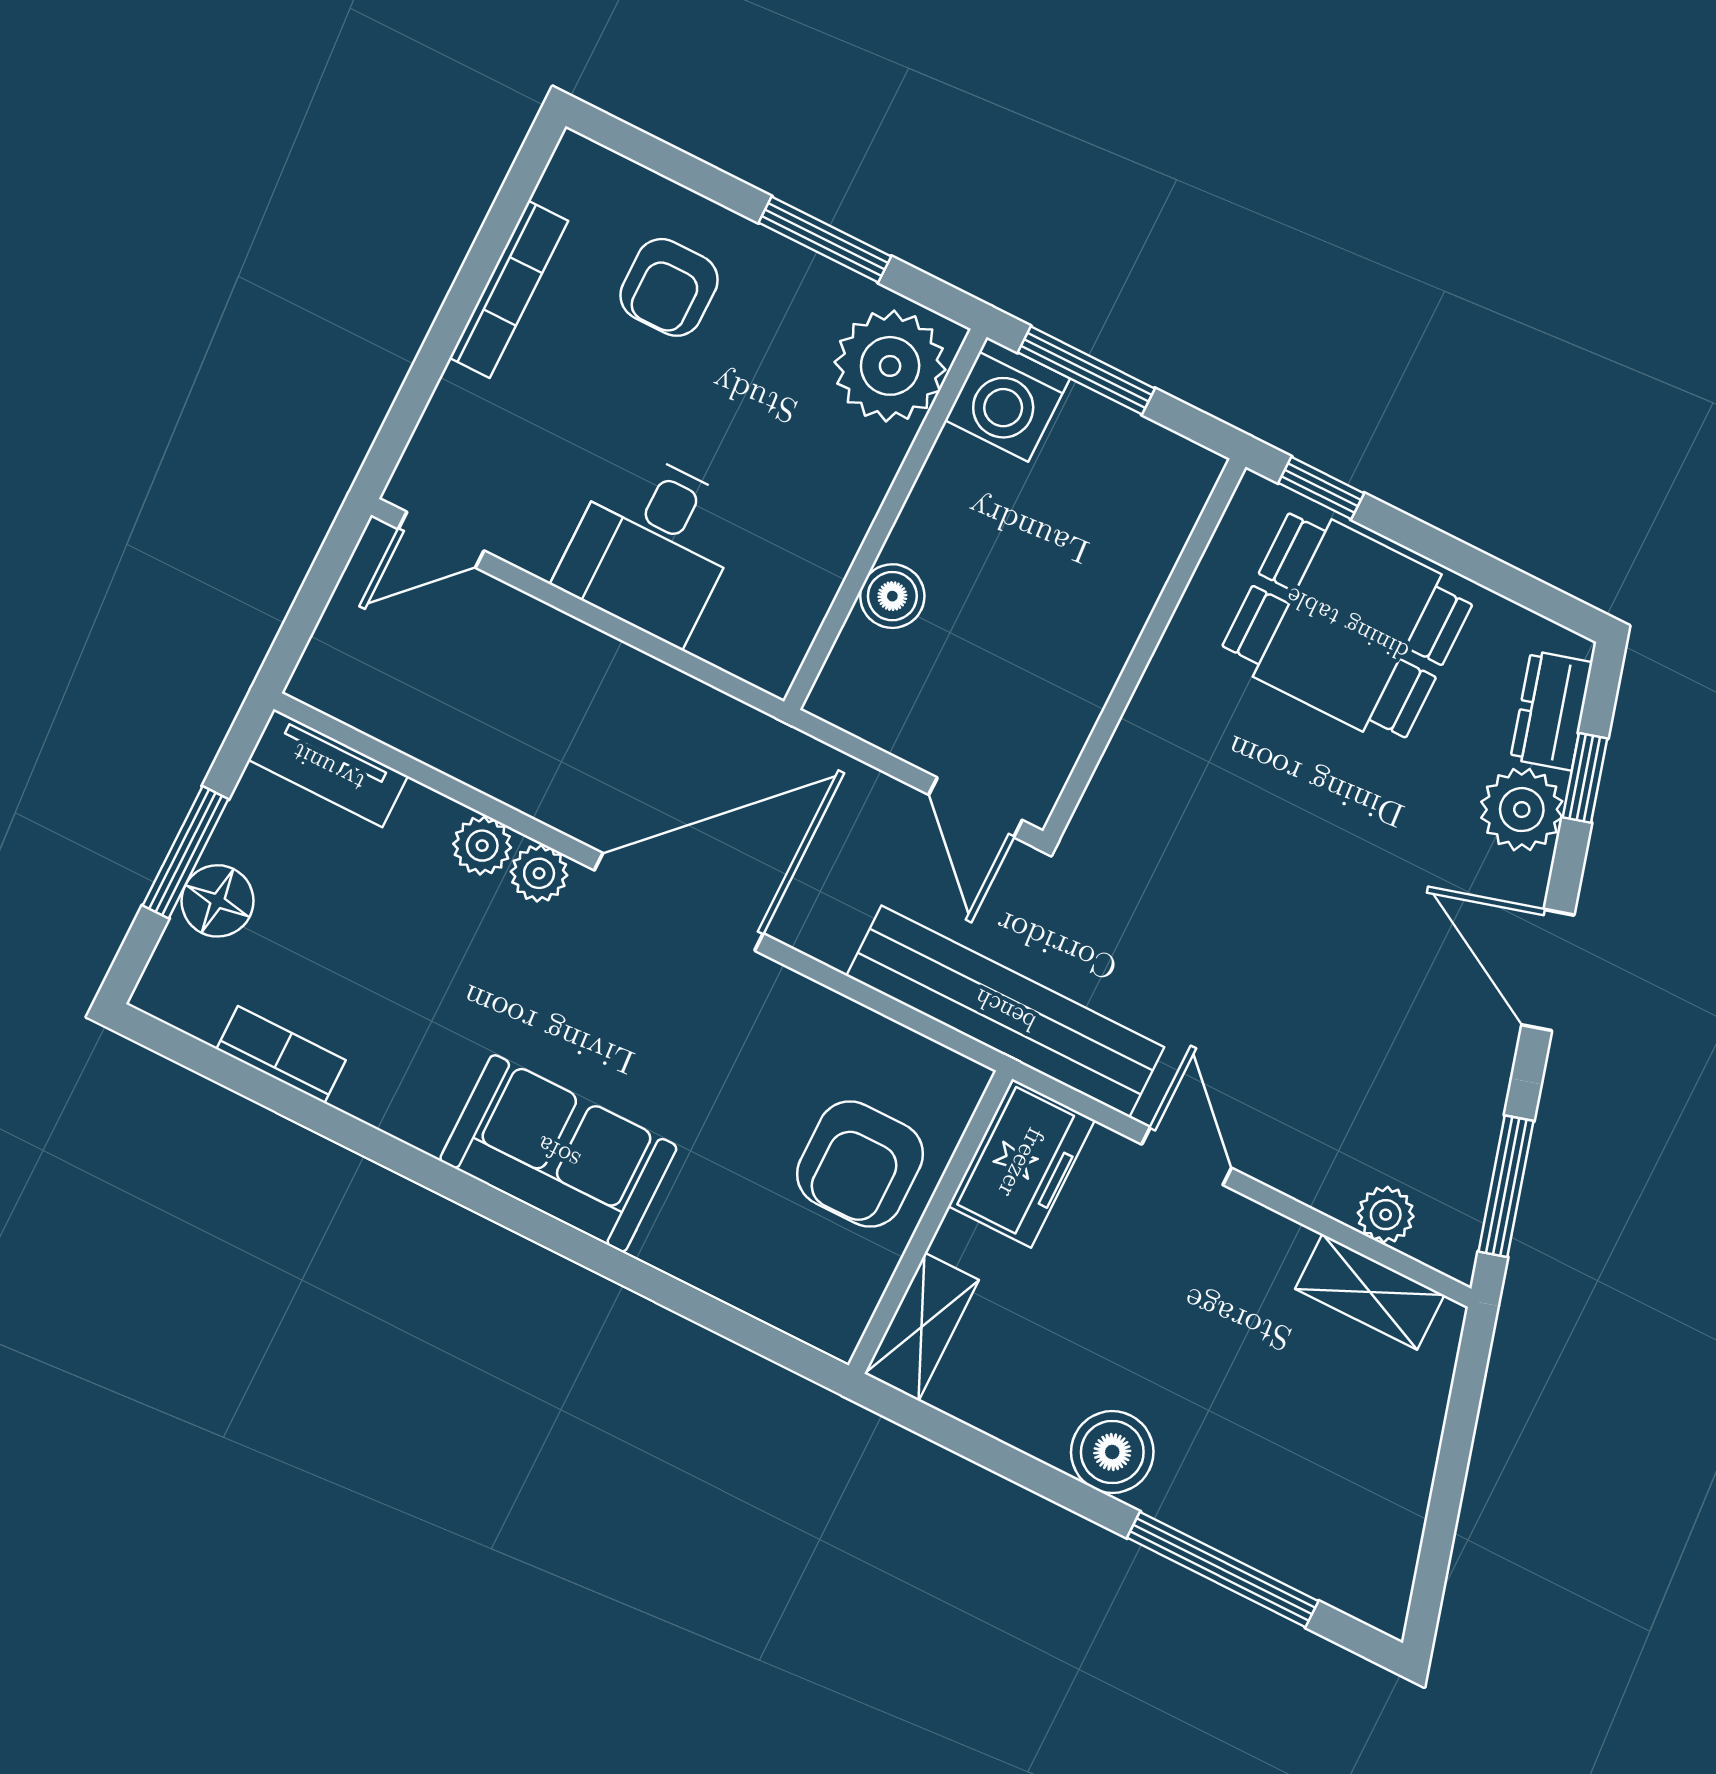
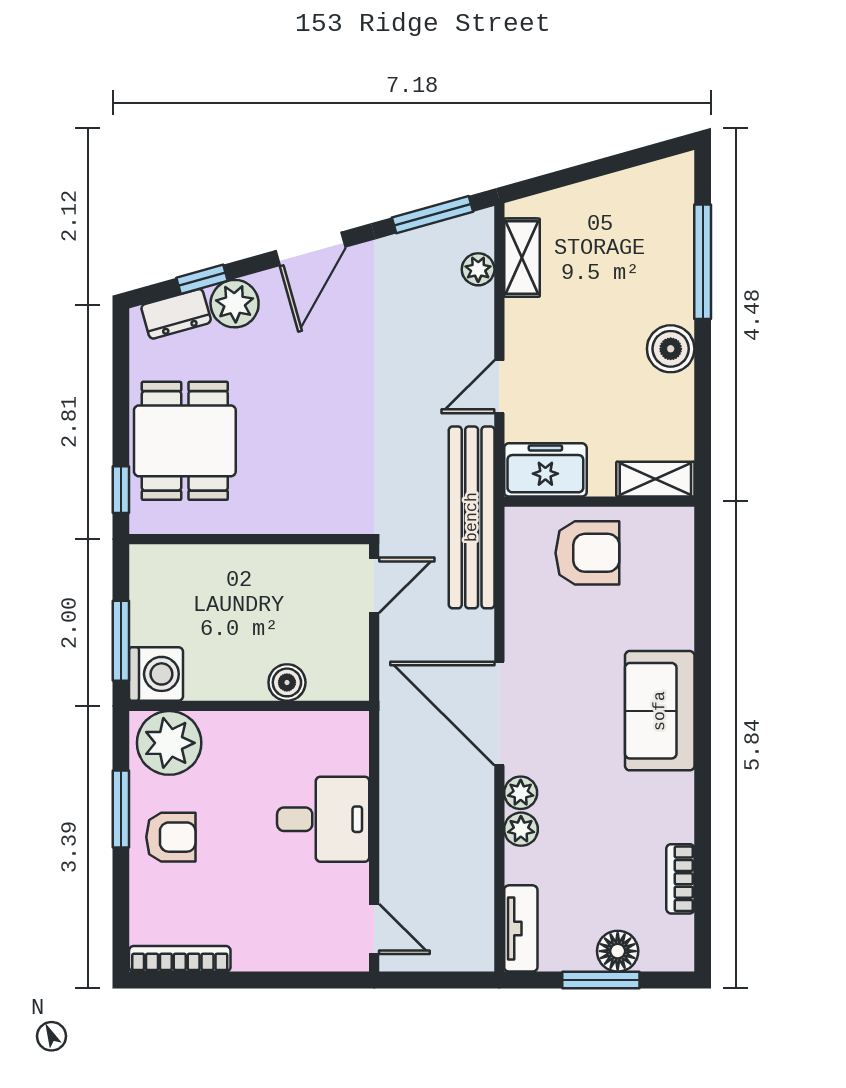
armchair: (669, 287) -> (171, 837), moved
bookcase: (509, 289) -> (180, 959), moved

